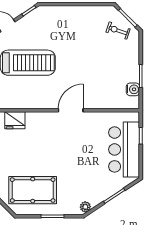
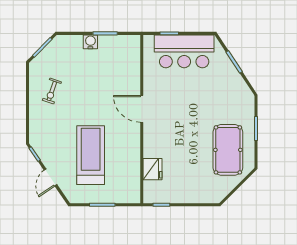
exercise bike: (118, 31) -> (52, 91), moved
water cooler: (133, 89) -> (90, 42), moved
plant: (85, 207) -> (246, 93), removed

